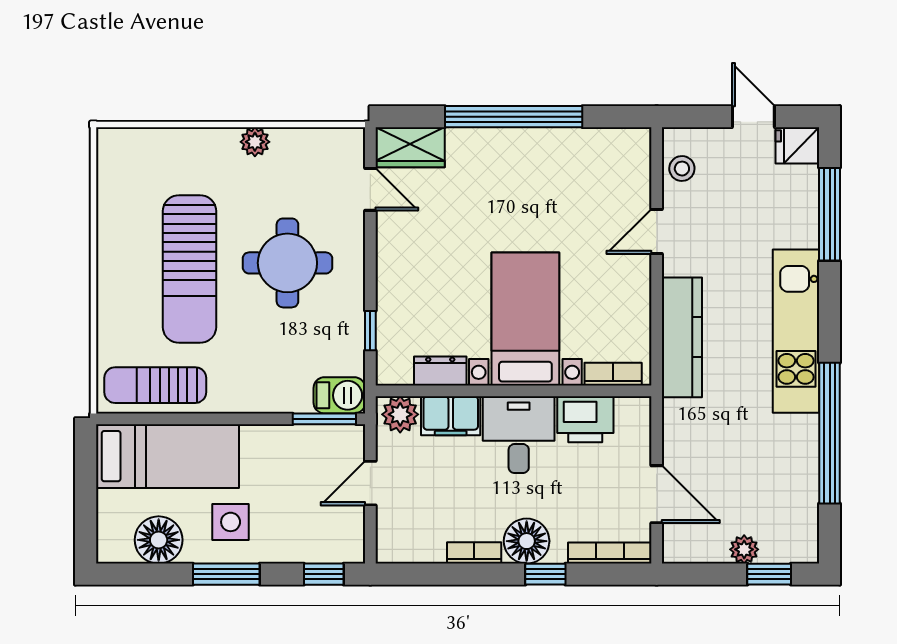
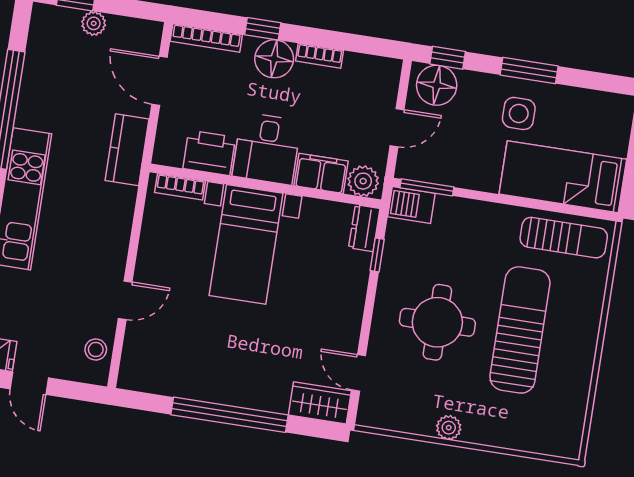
kitchen counter: (682, 337) -> (127, 150), moved, width x0.67
dresser: (440, 371) -> (364, 228), moved, turned 90
floor lamp: (159, 540) -> (437, 85), moved

